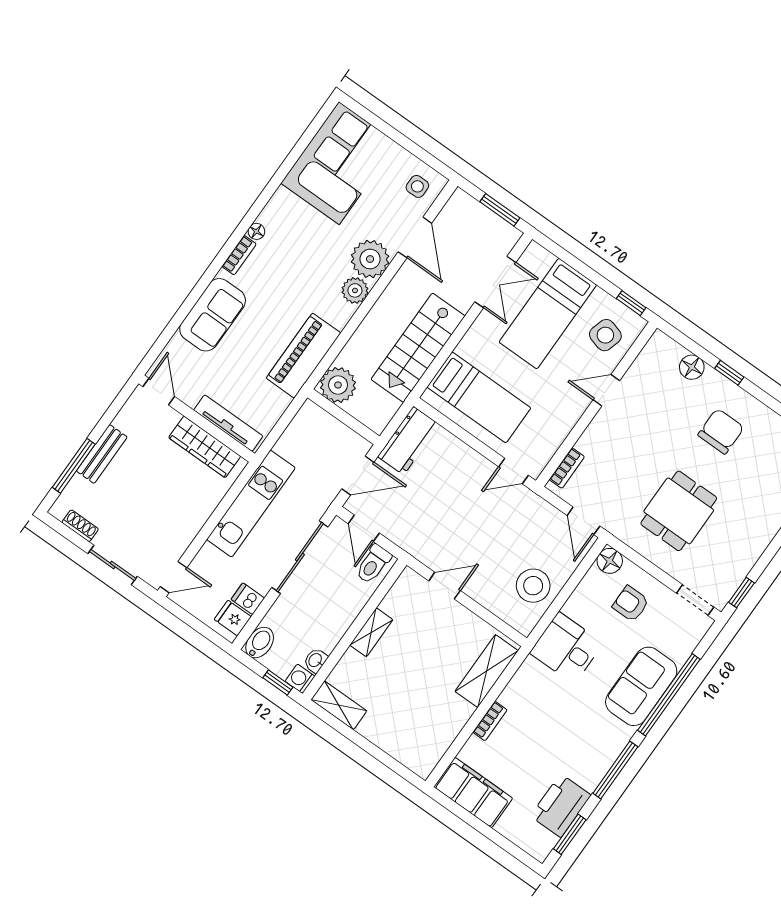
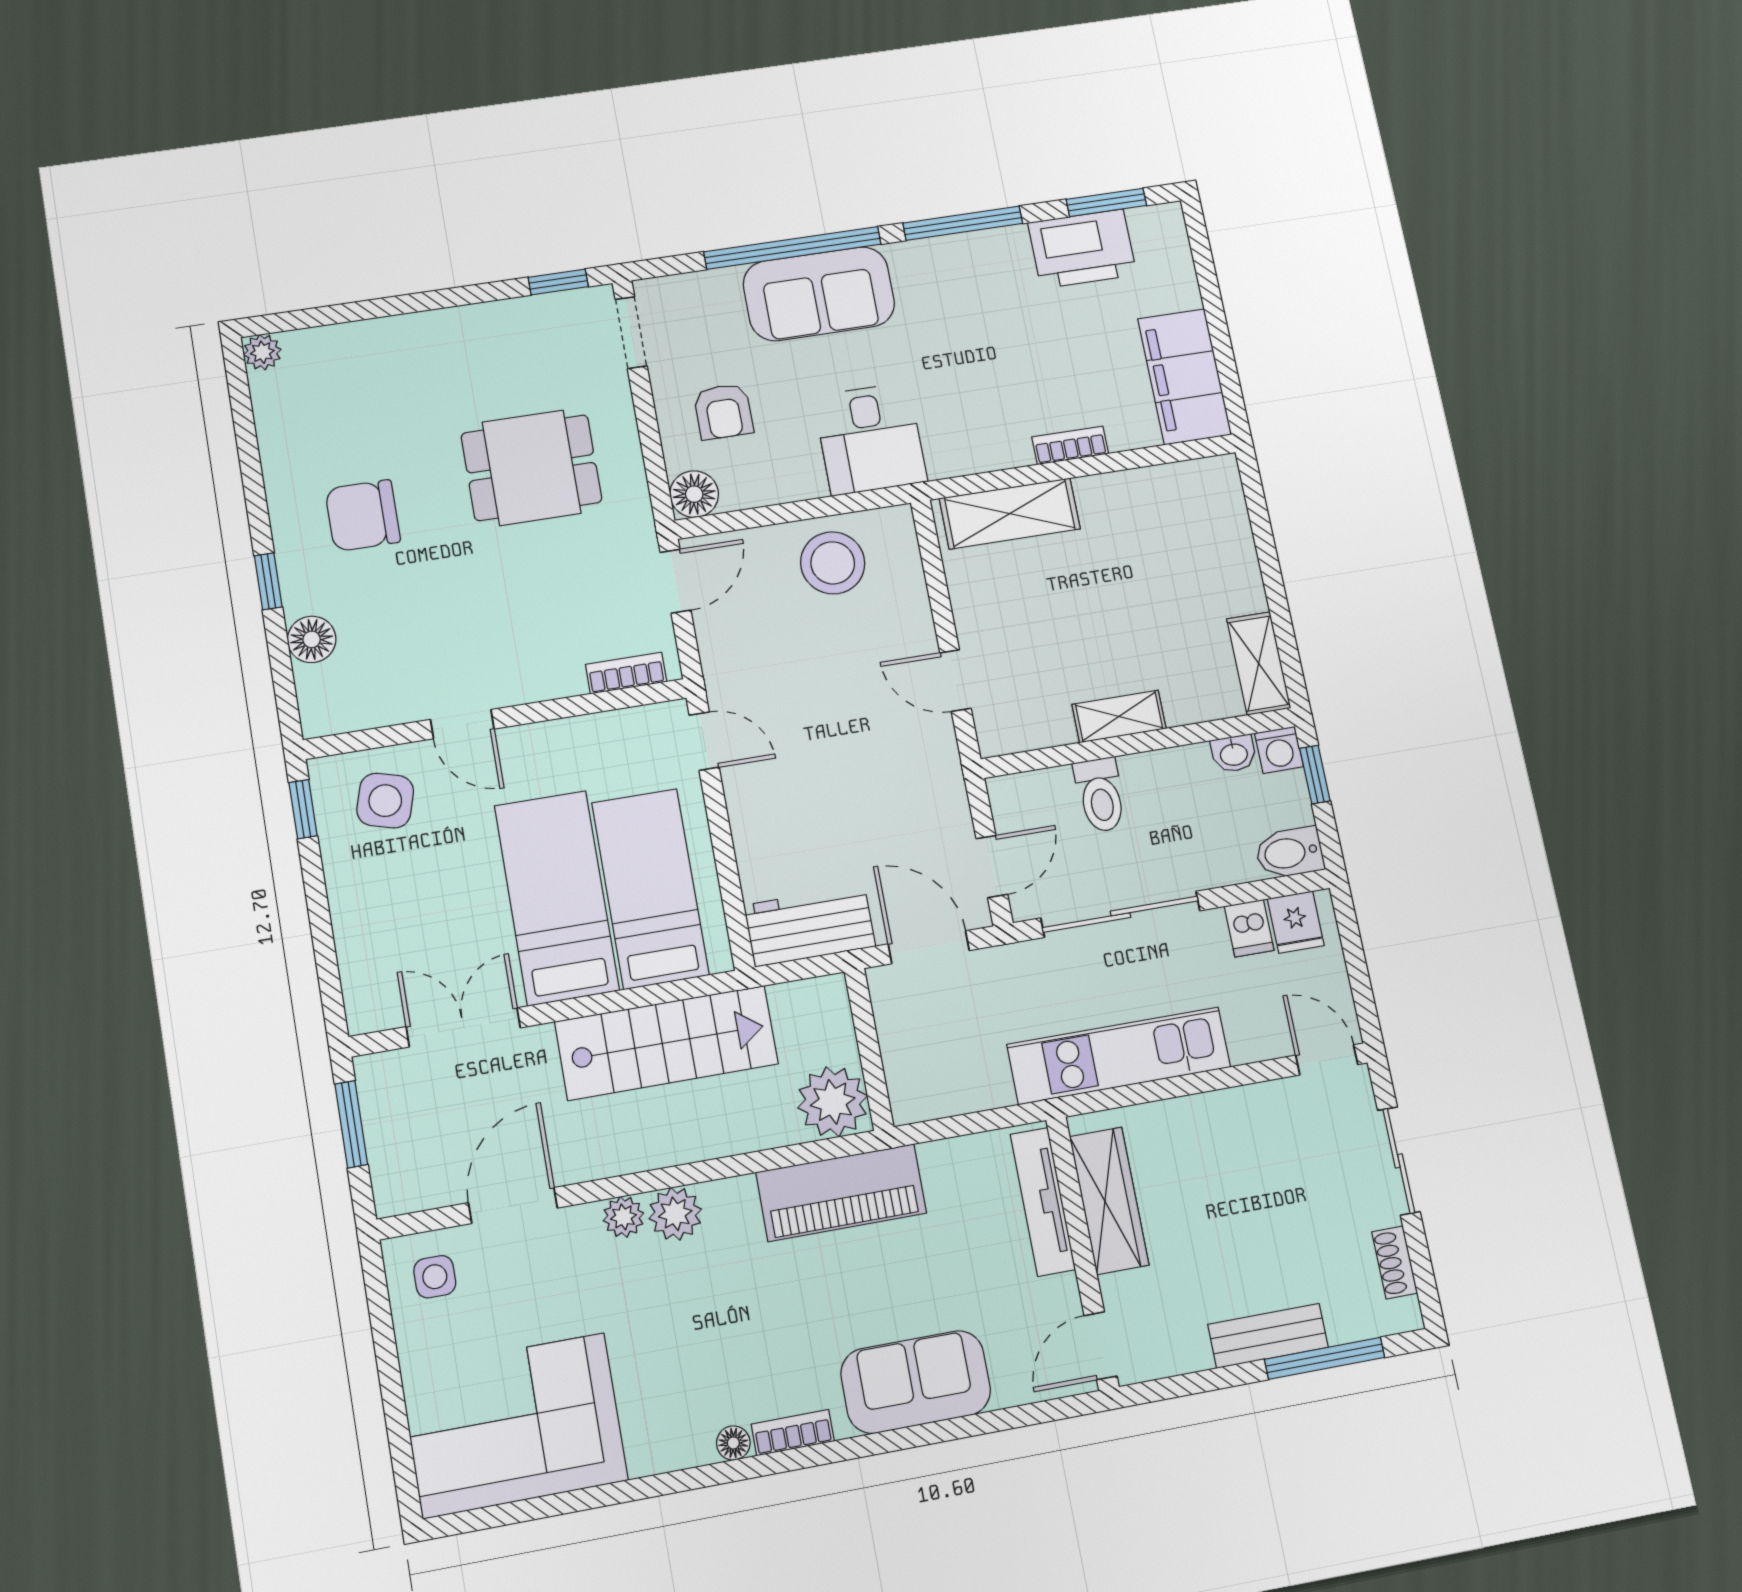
plant: (370, 259) -> (623, 1217), width x0.53, depth x0.53
bed: (548, 314) -> (557, 898), moved, turned -90
toilet: (373, 564) -> (1100, 795), moved, turned 90

